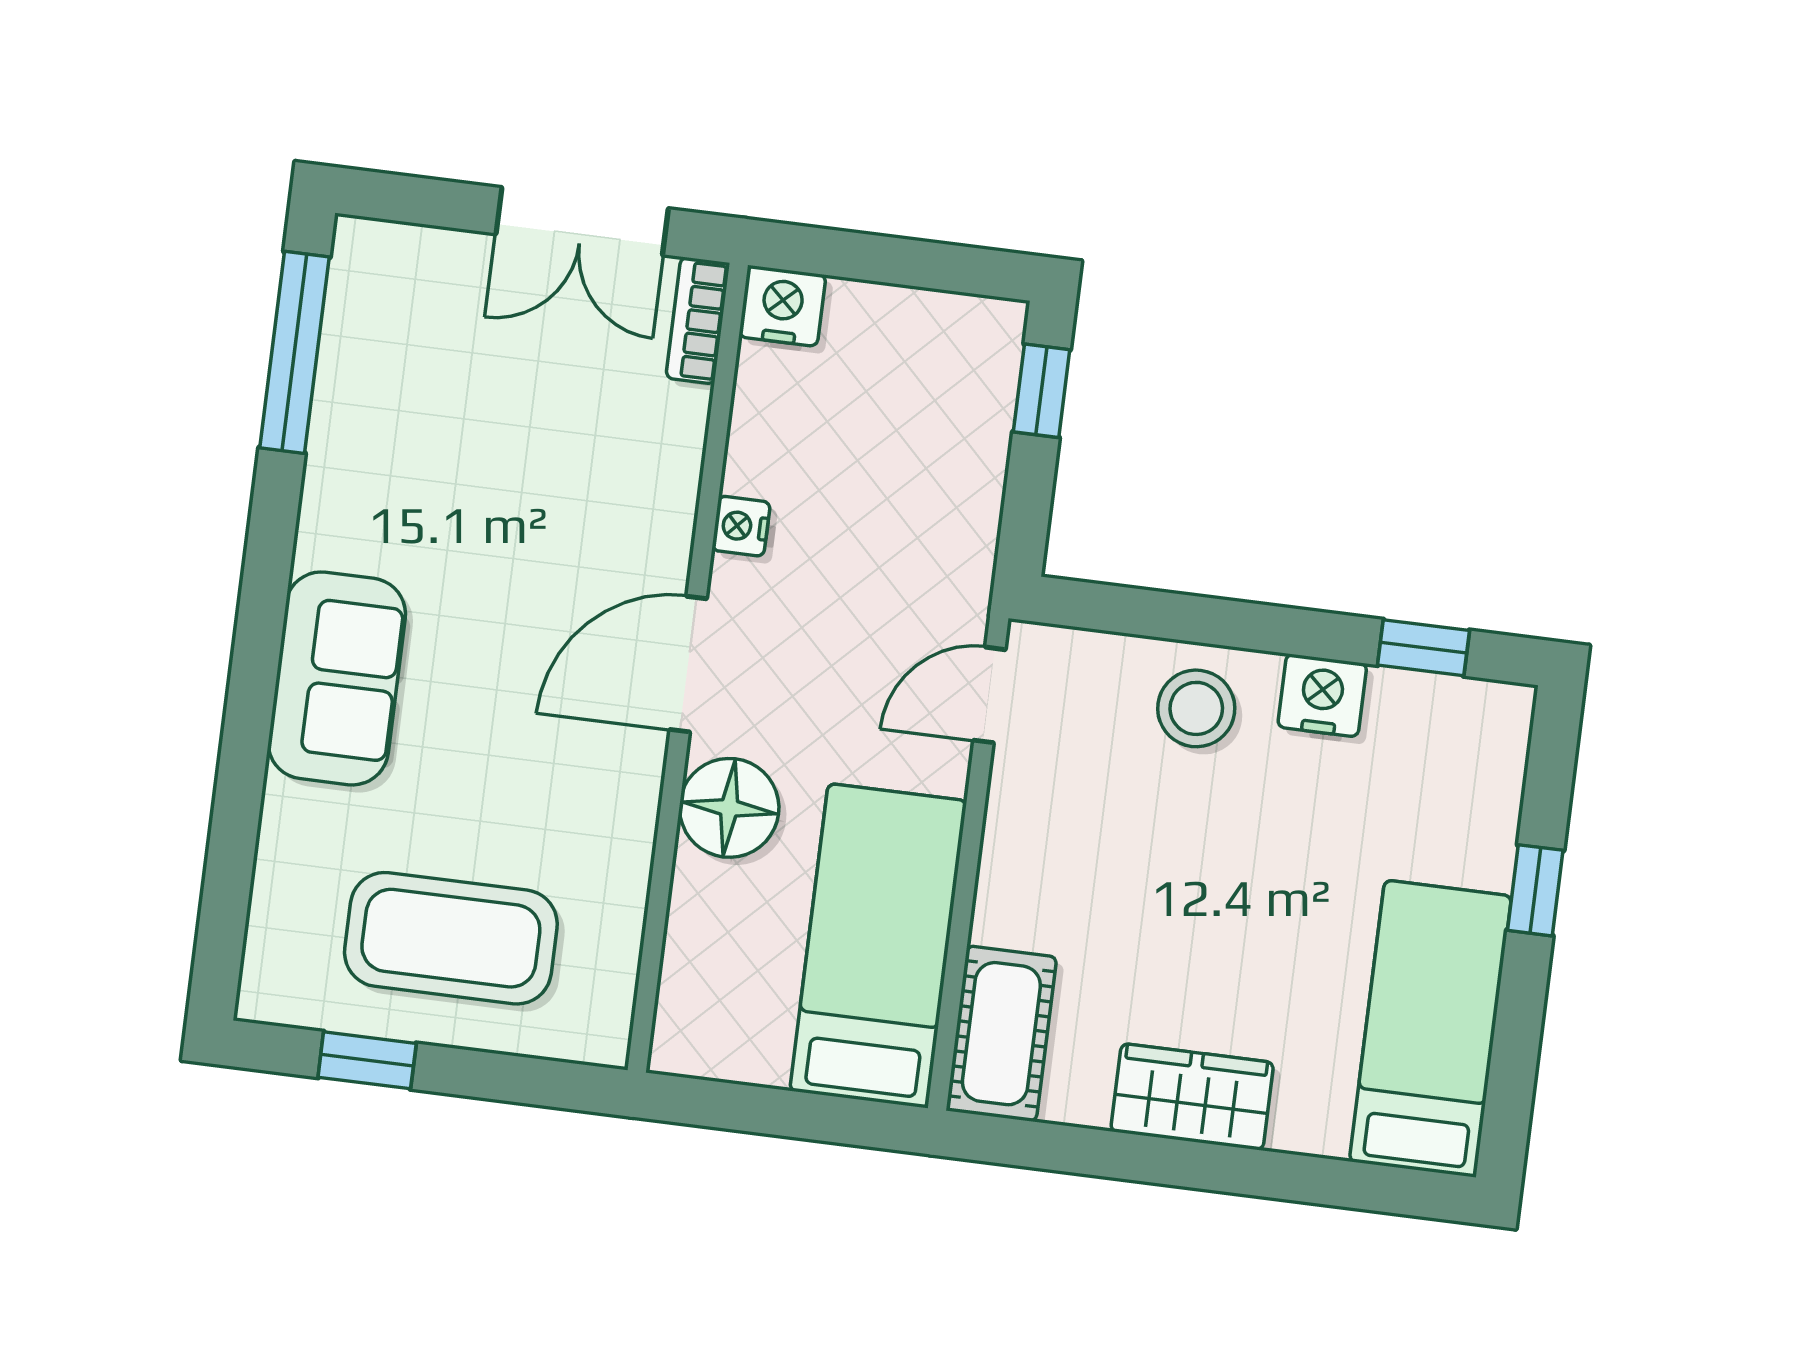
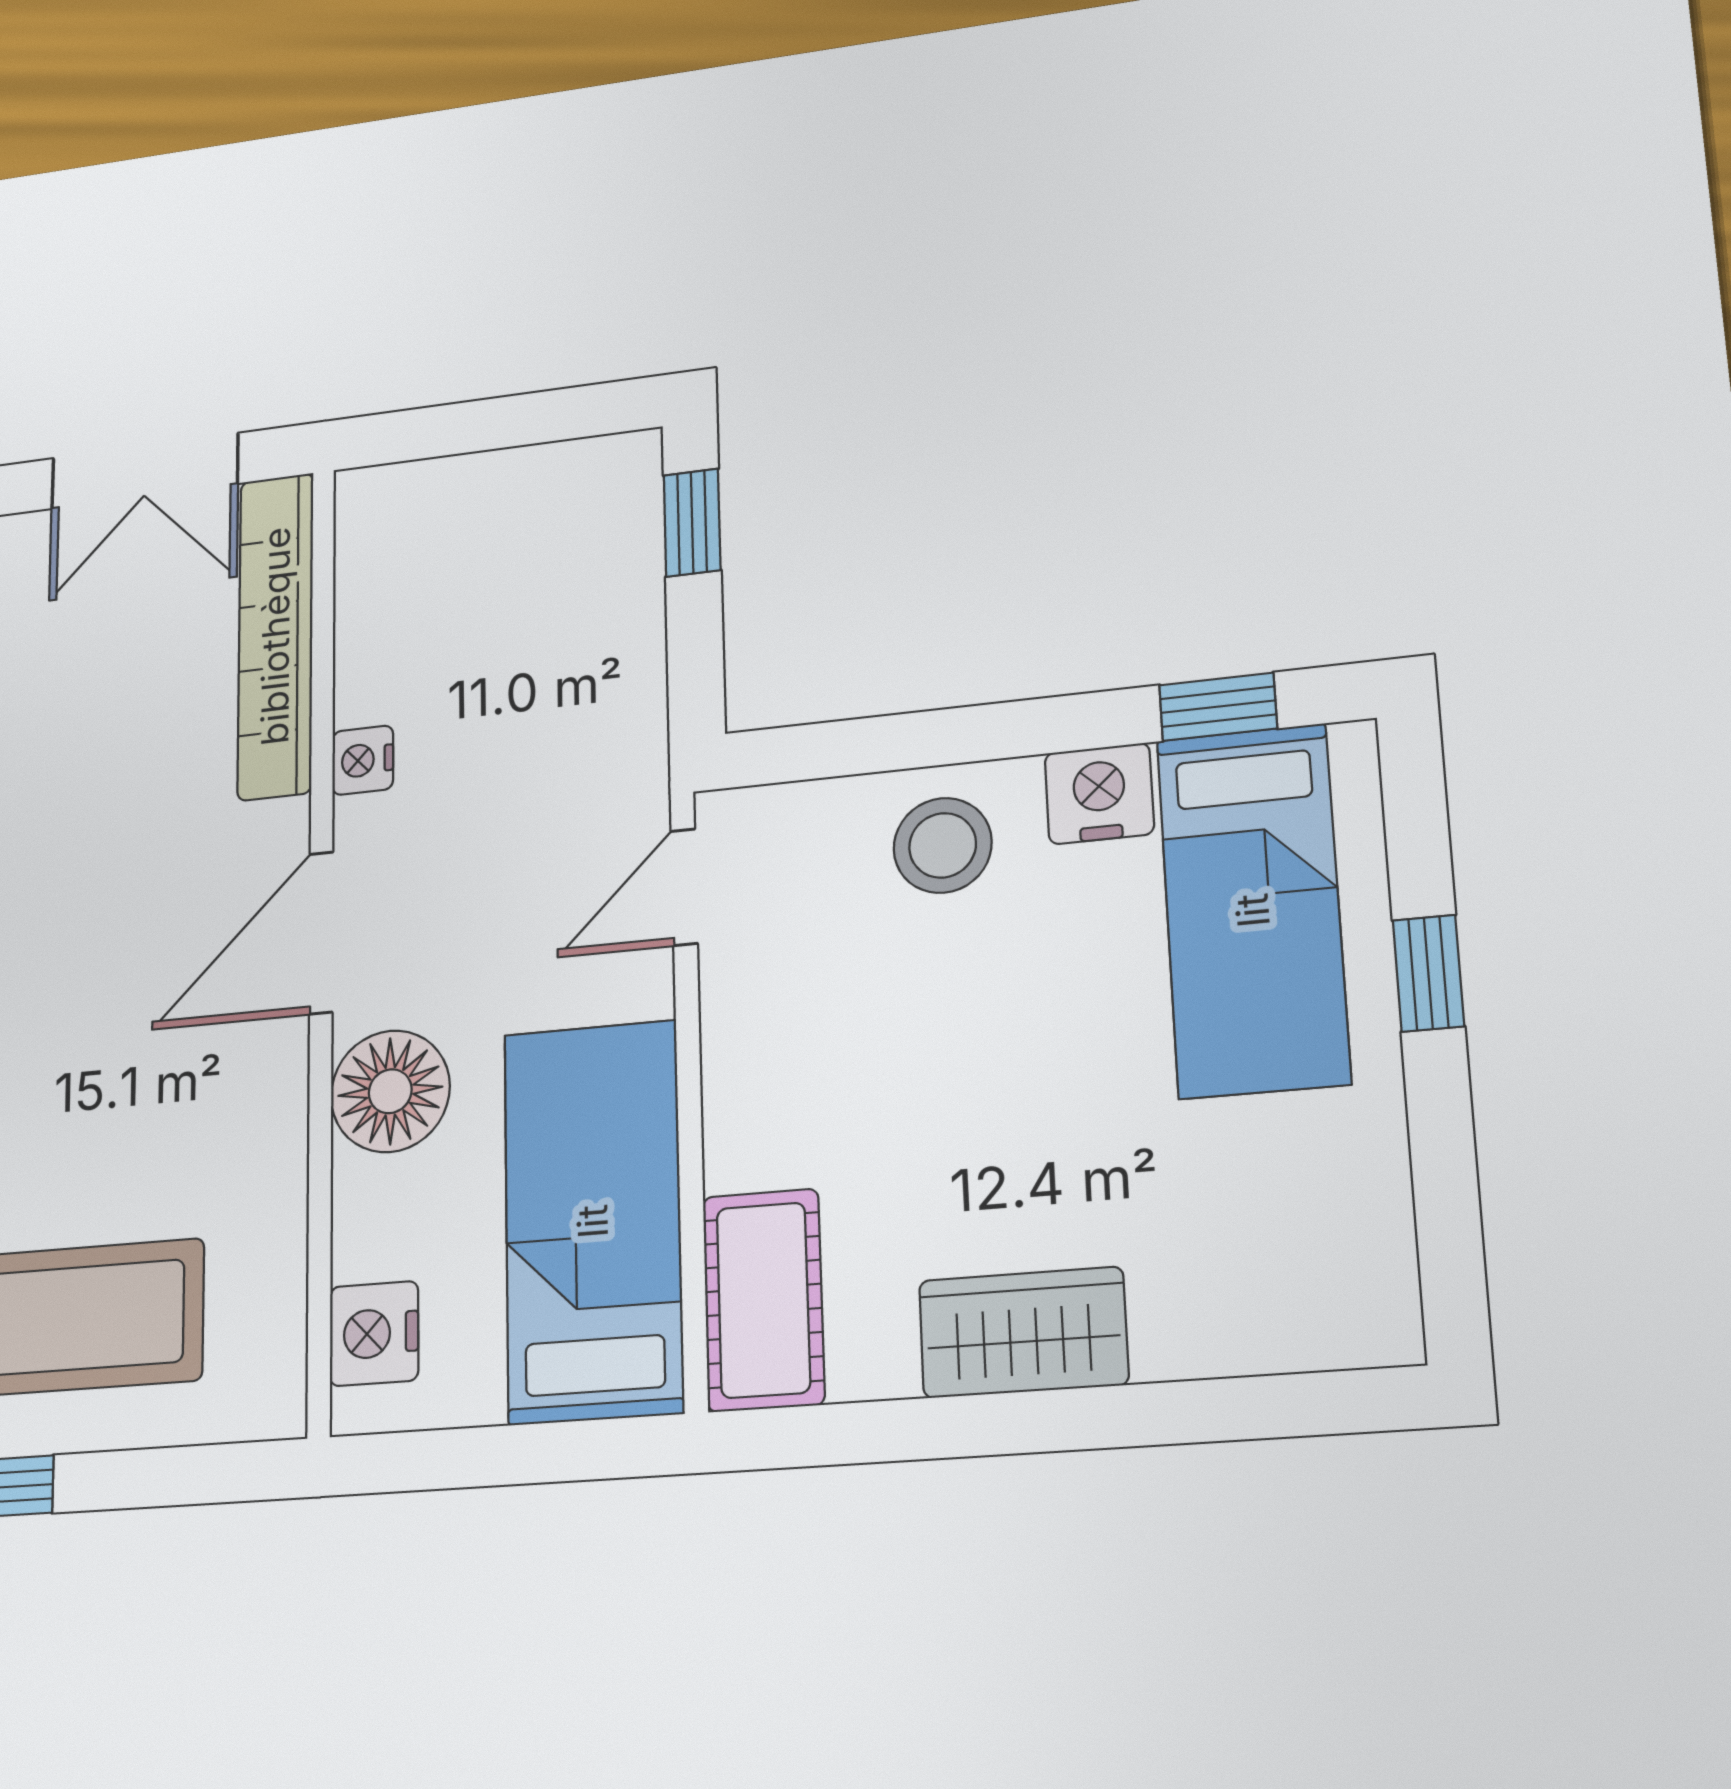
nightstand: (782, 306) -> (374, 1334), moved, turned -90
bookcase: (698, 320) -> (276, 636), width x2.31, depth x1.31
bed: (1430, 1029) -> (1253, 910), moved, turned 180

